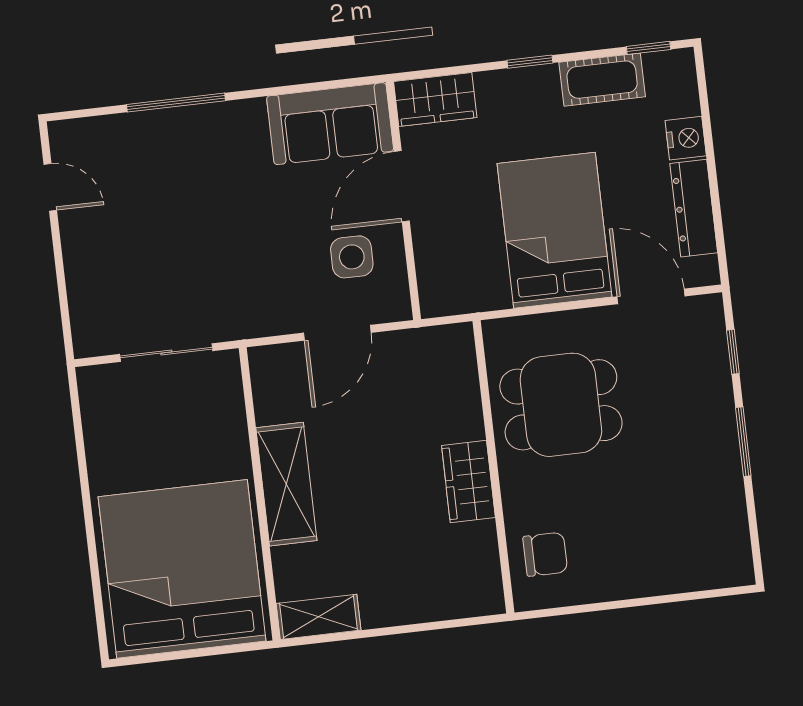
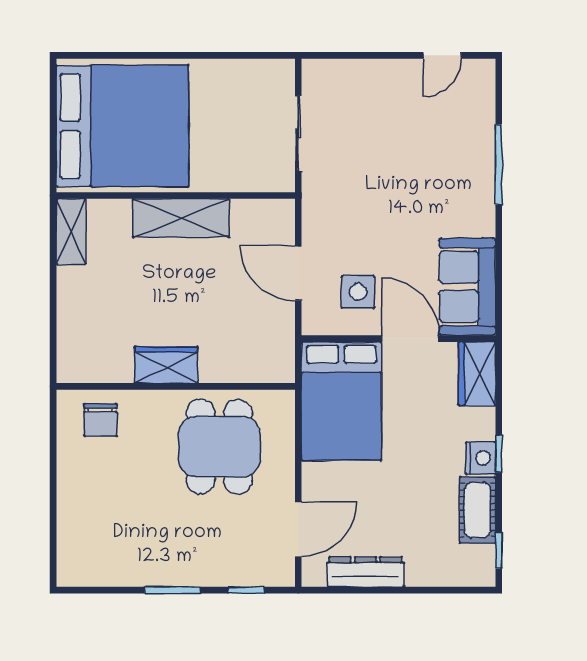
nightstand: (686, 138) -> (481, 458), moved, turned -90
bed: (554, 230) -> (341, 401), moved, turned 90

